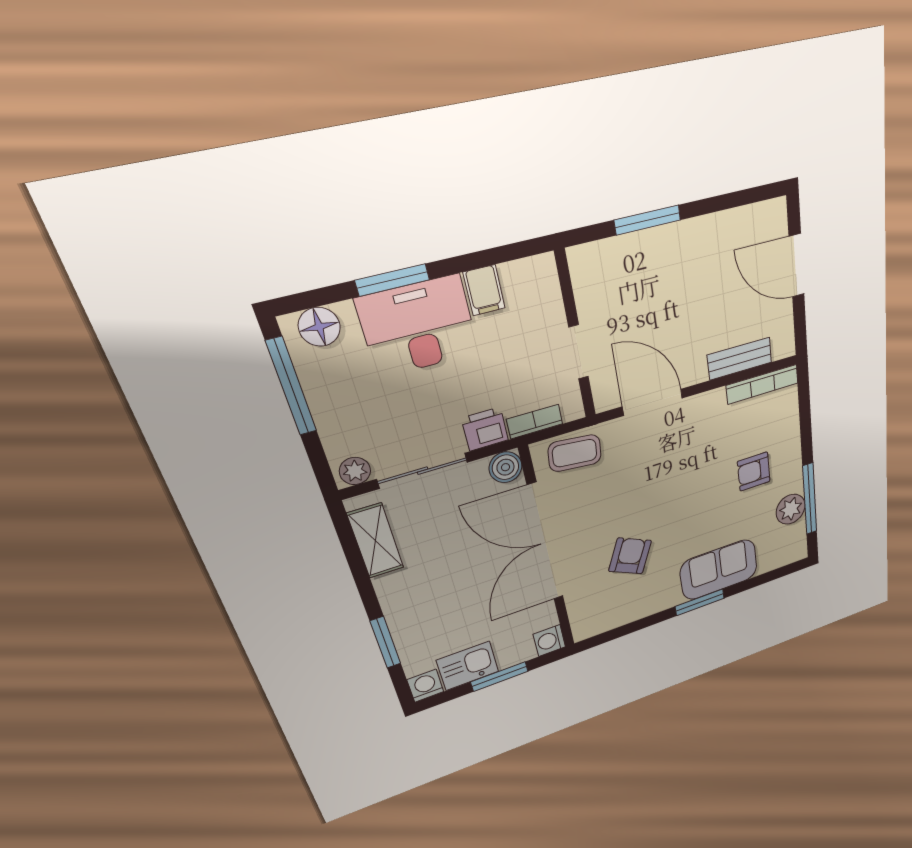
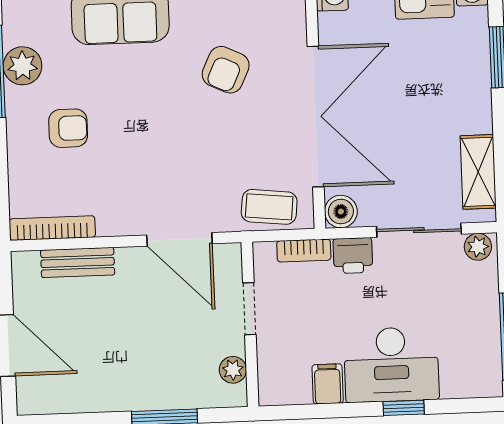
window: (393, 280) -> (404, 408), width x0.67
plant: (586, 285) -> (233, 370), added
floor lamp: (319, 327) -> (472, 382), removed

